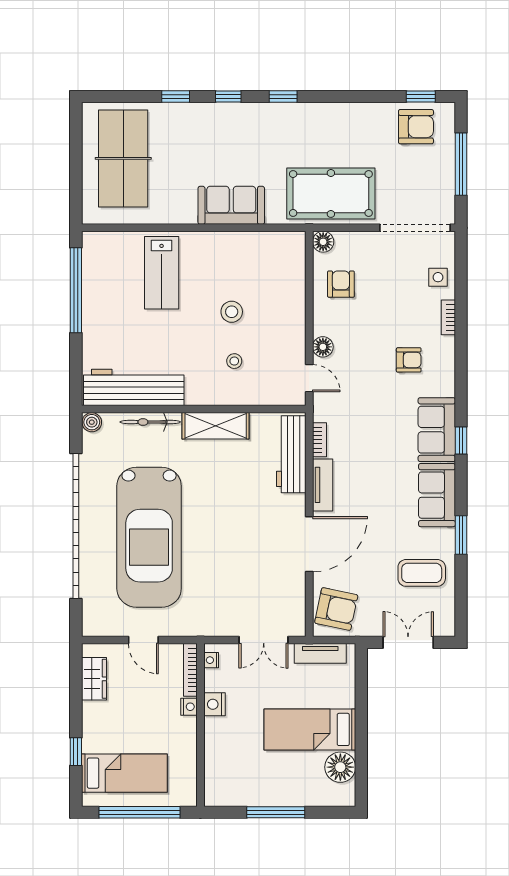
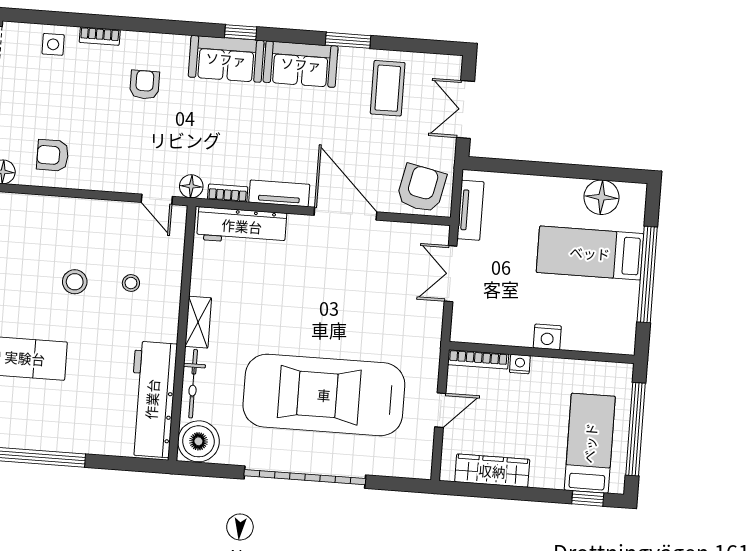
floor lamp: (323, 347) -> (191, 186), moved
door: (309, 378) -> (157, 199), swing flipped
boiler: (92, 422) -> (198, 441), width x1.86, depth x1.86
shelving: (216, 426) -> (198, 322), width x0.67, depth x0.75
garage door: (76, 526) -> (305, 477), width x0.73
car: (149, 537) -> (324, 395), turned 180
double door: (264, 640) -> (451, 274), swing flipped
nightstand: (211, 660) -> (469, 335), removed
wardrobe: (94, 679) -> (492, 471), width x1.50
nightstand: (214, 704) -> (547, 337), moved
bed: (310, 729) -> (590, 253), moved, turned 90
window: (76, 752) -> (588, 498), moved
window: (276, 812) -> (647, 274), width x1.46

